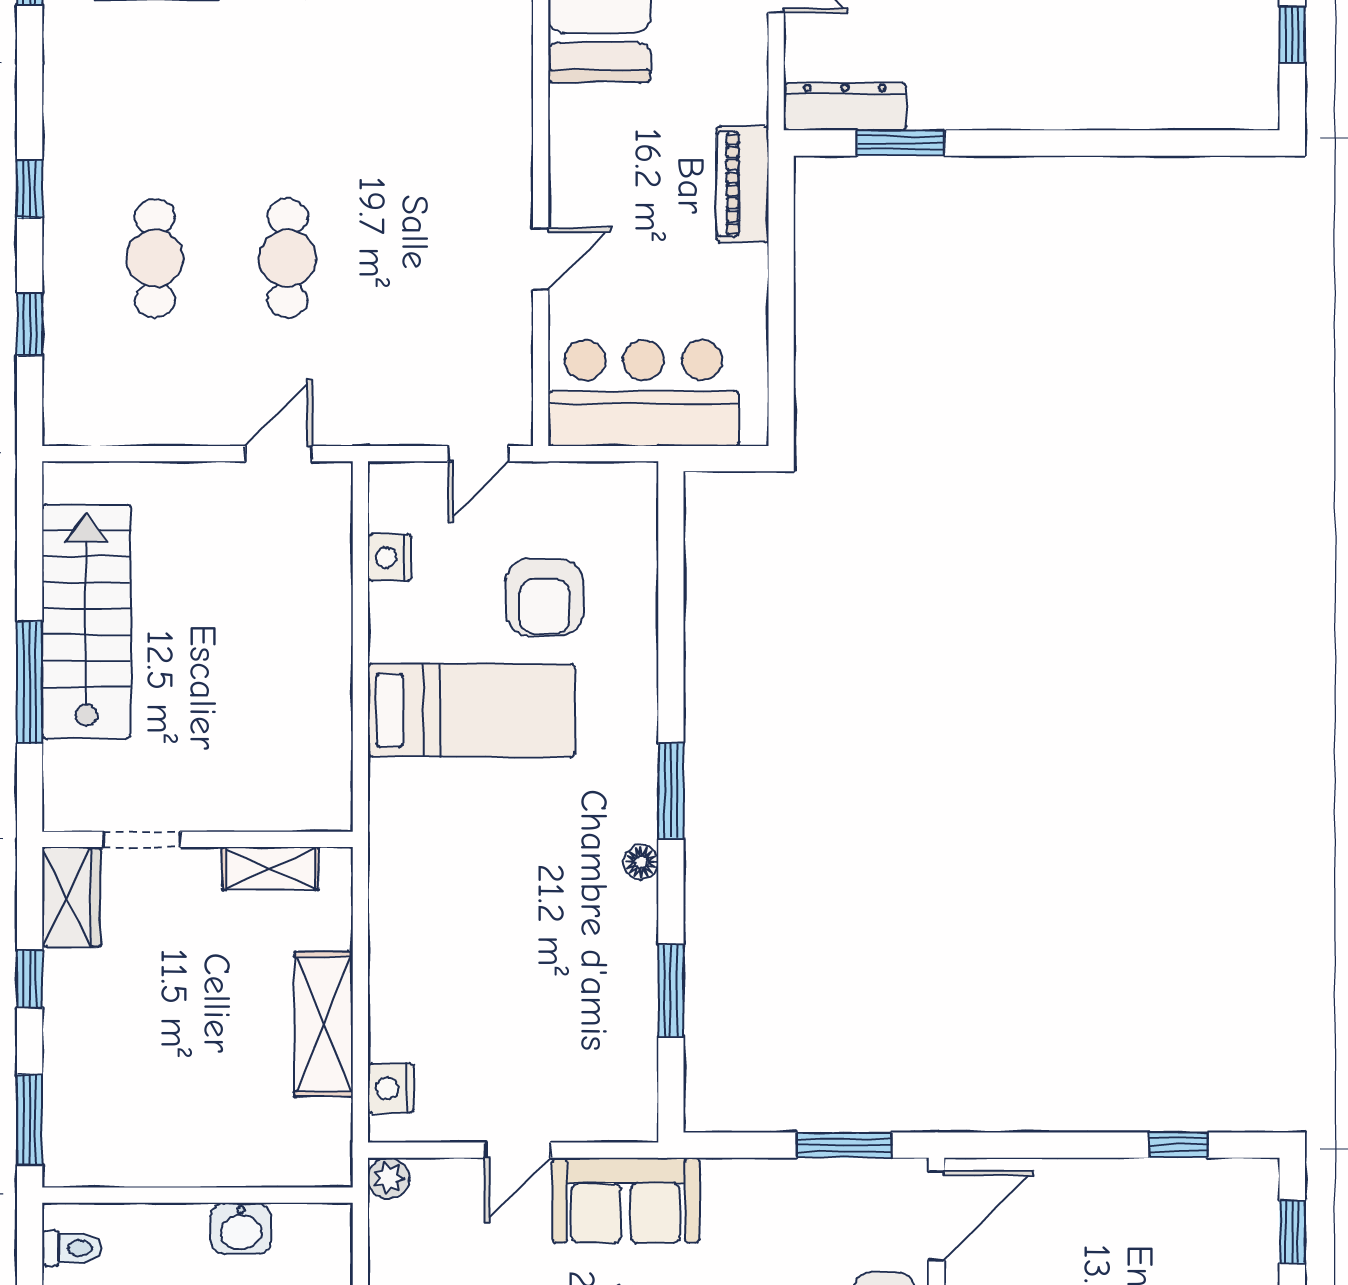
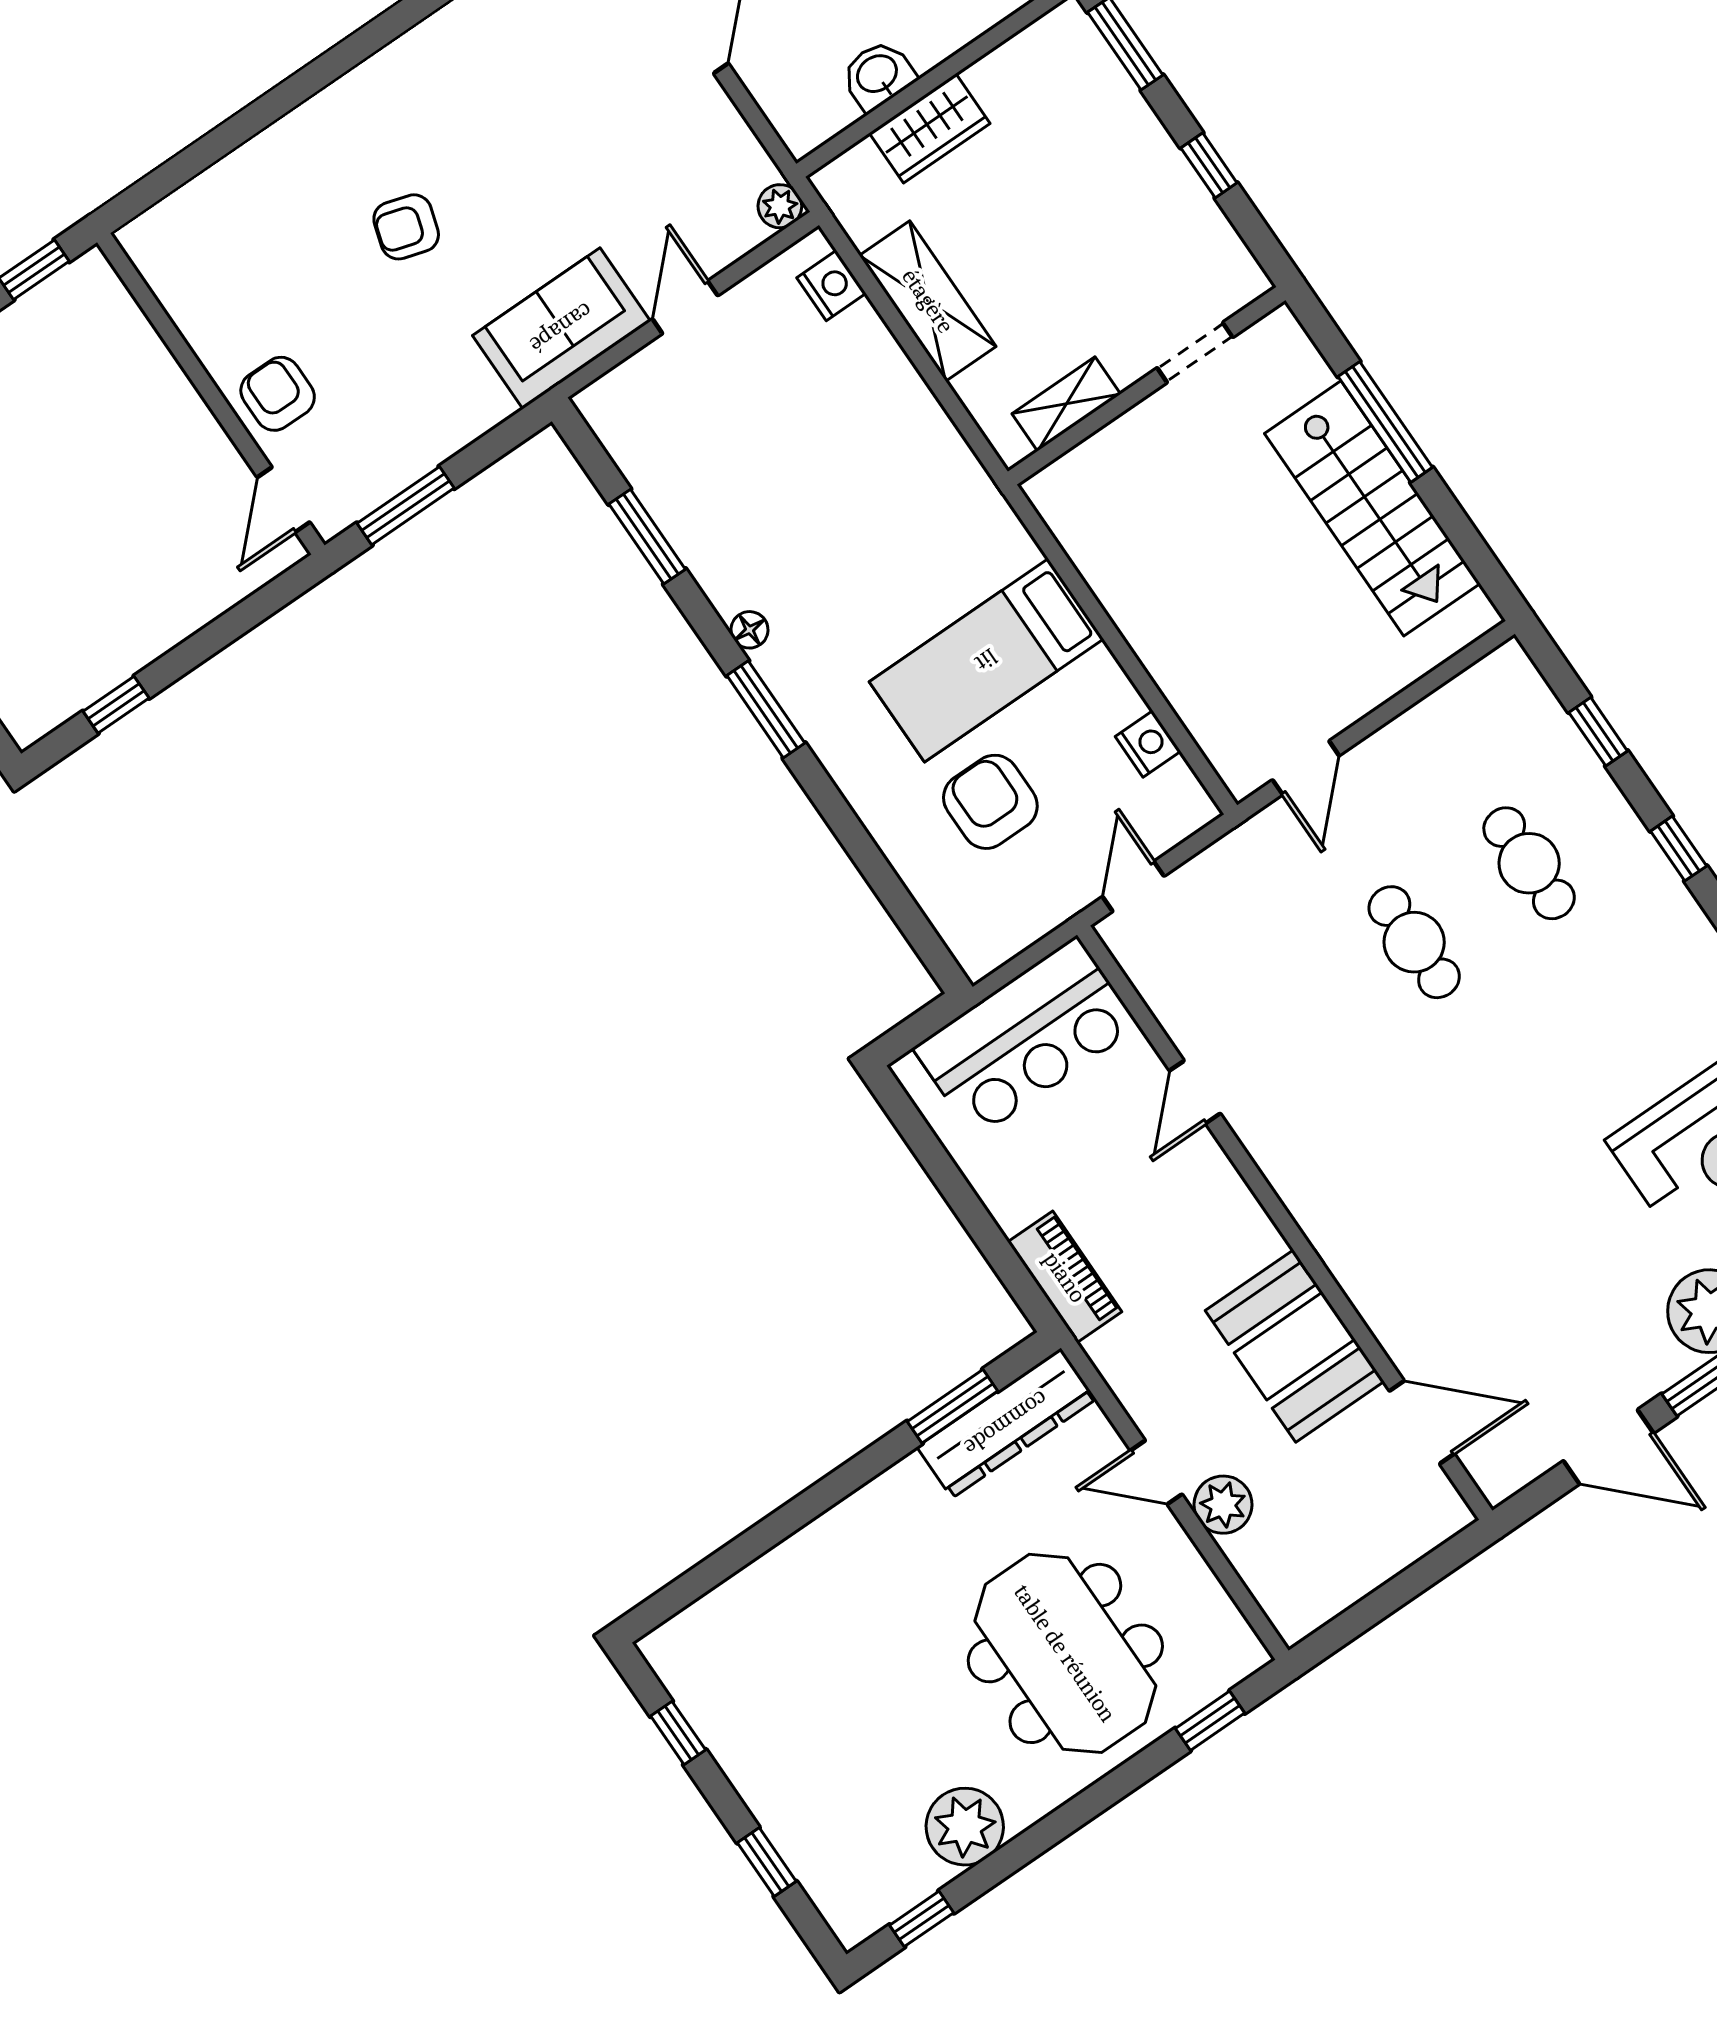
dresser: (845, 107) -> (1006, 1423), width x1.37, depth x1.24
wardrobe: (71, 897) -> (930, 128), moved, turned -90
door: (936, 1216) -> (284, 500), width x0.73

